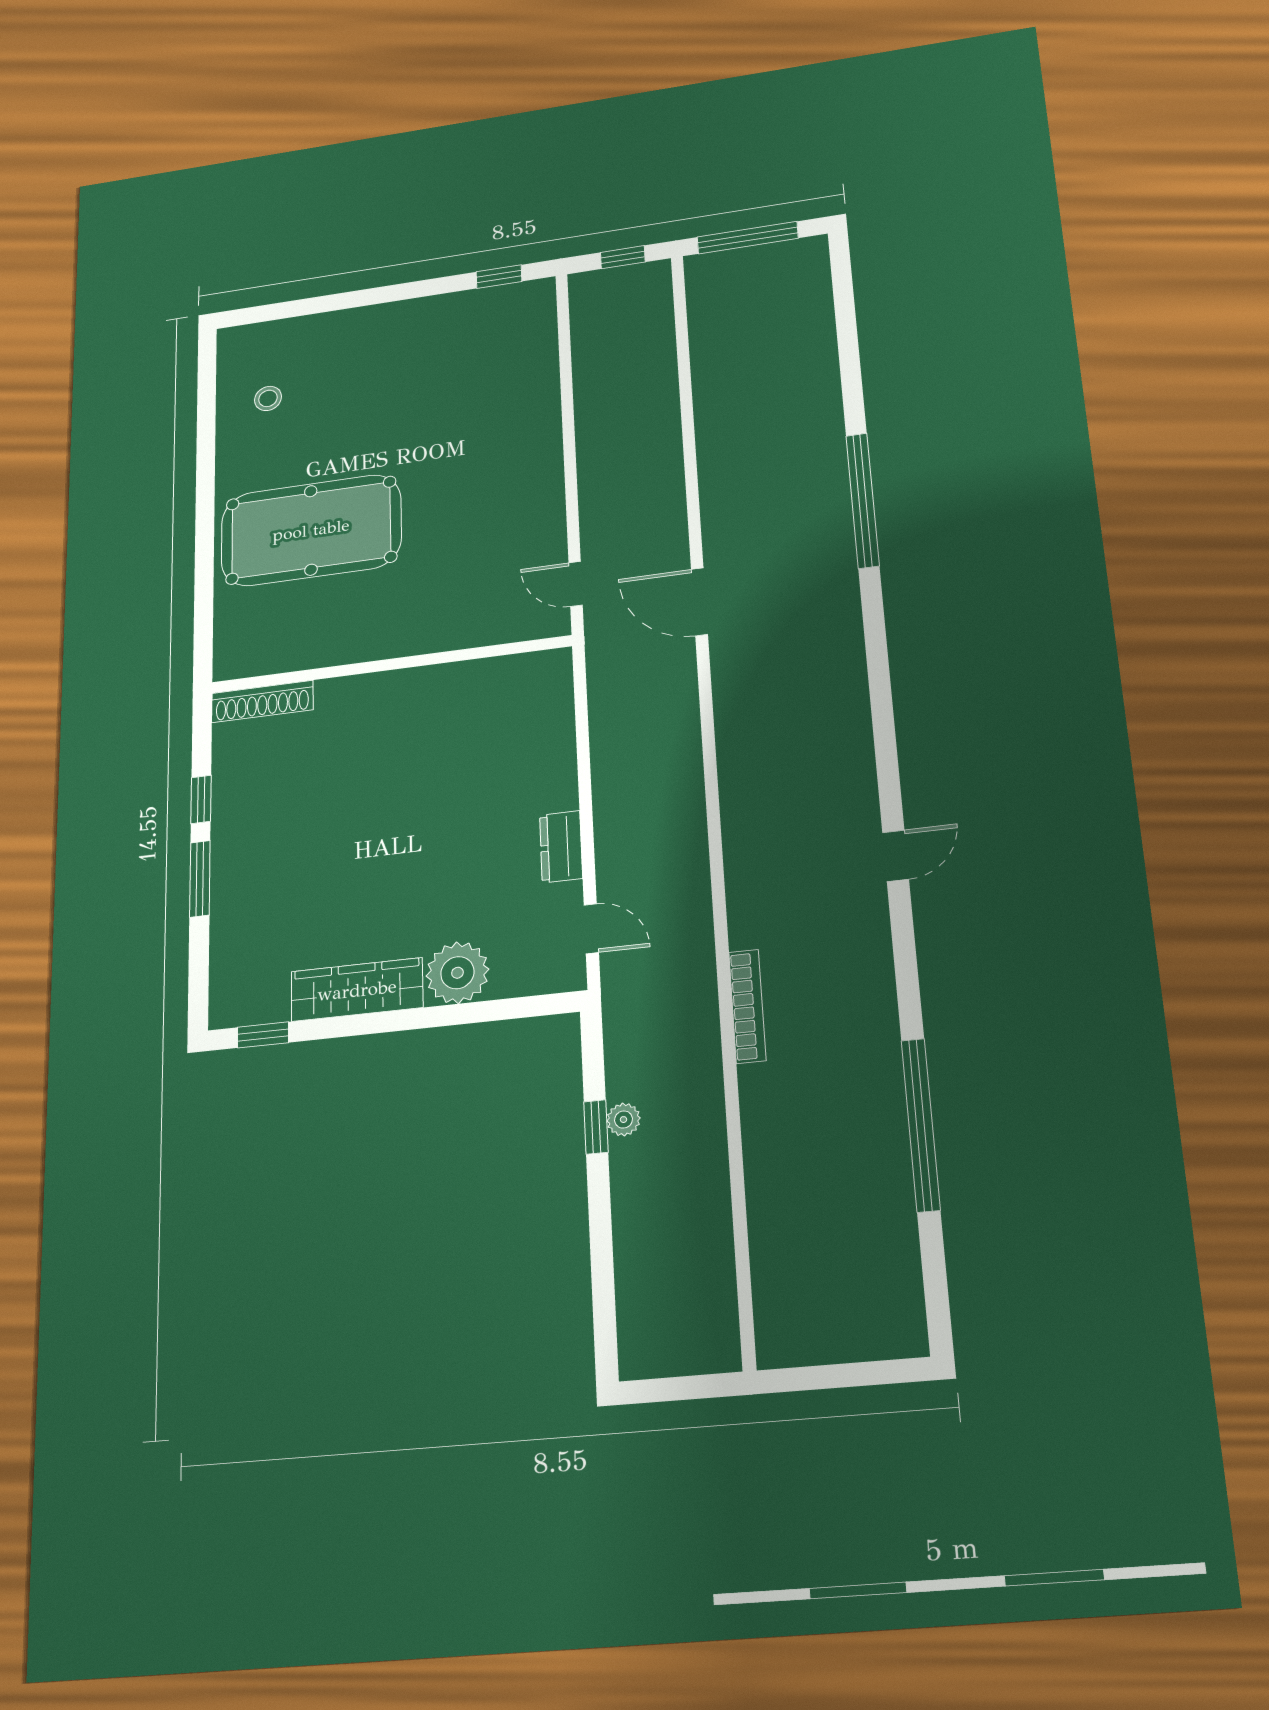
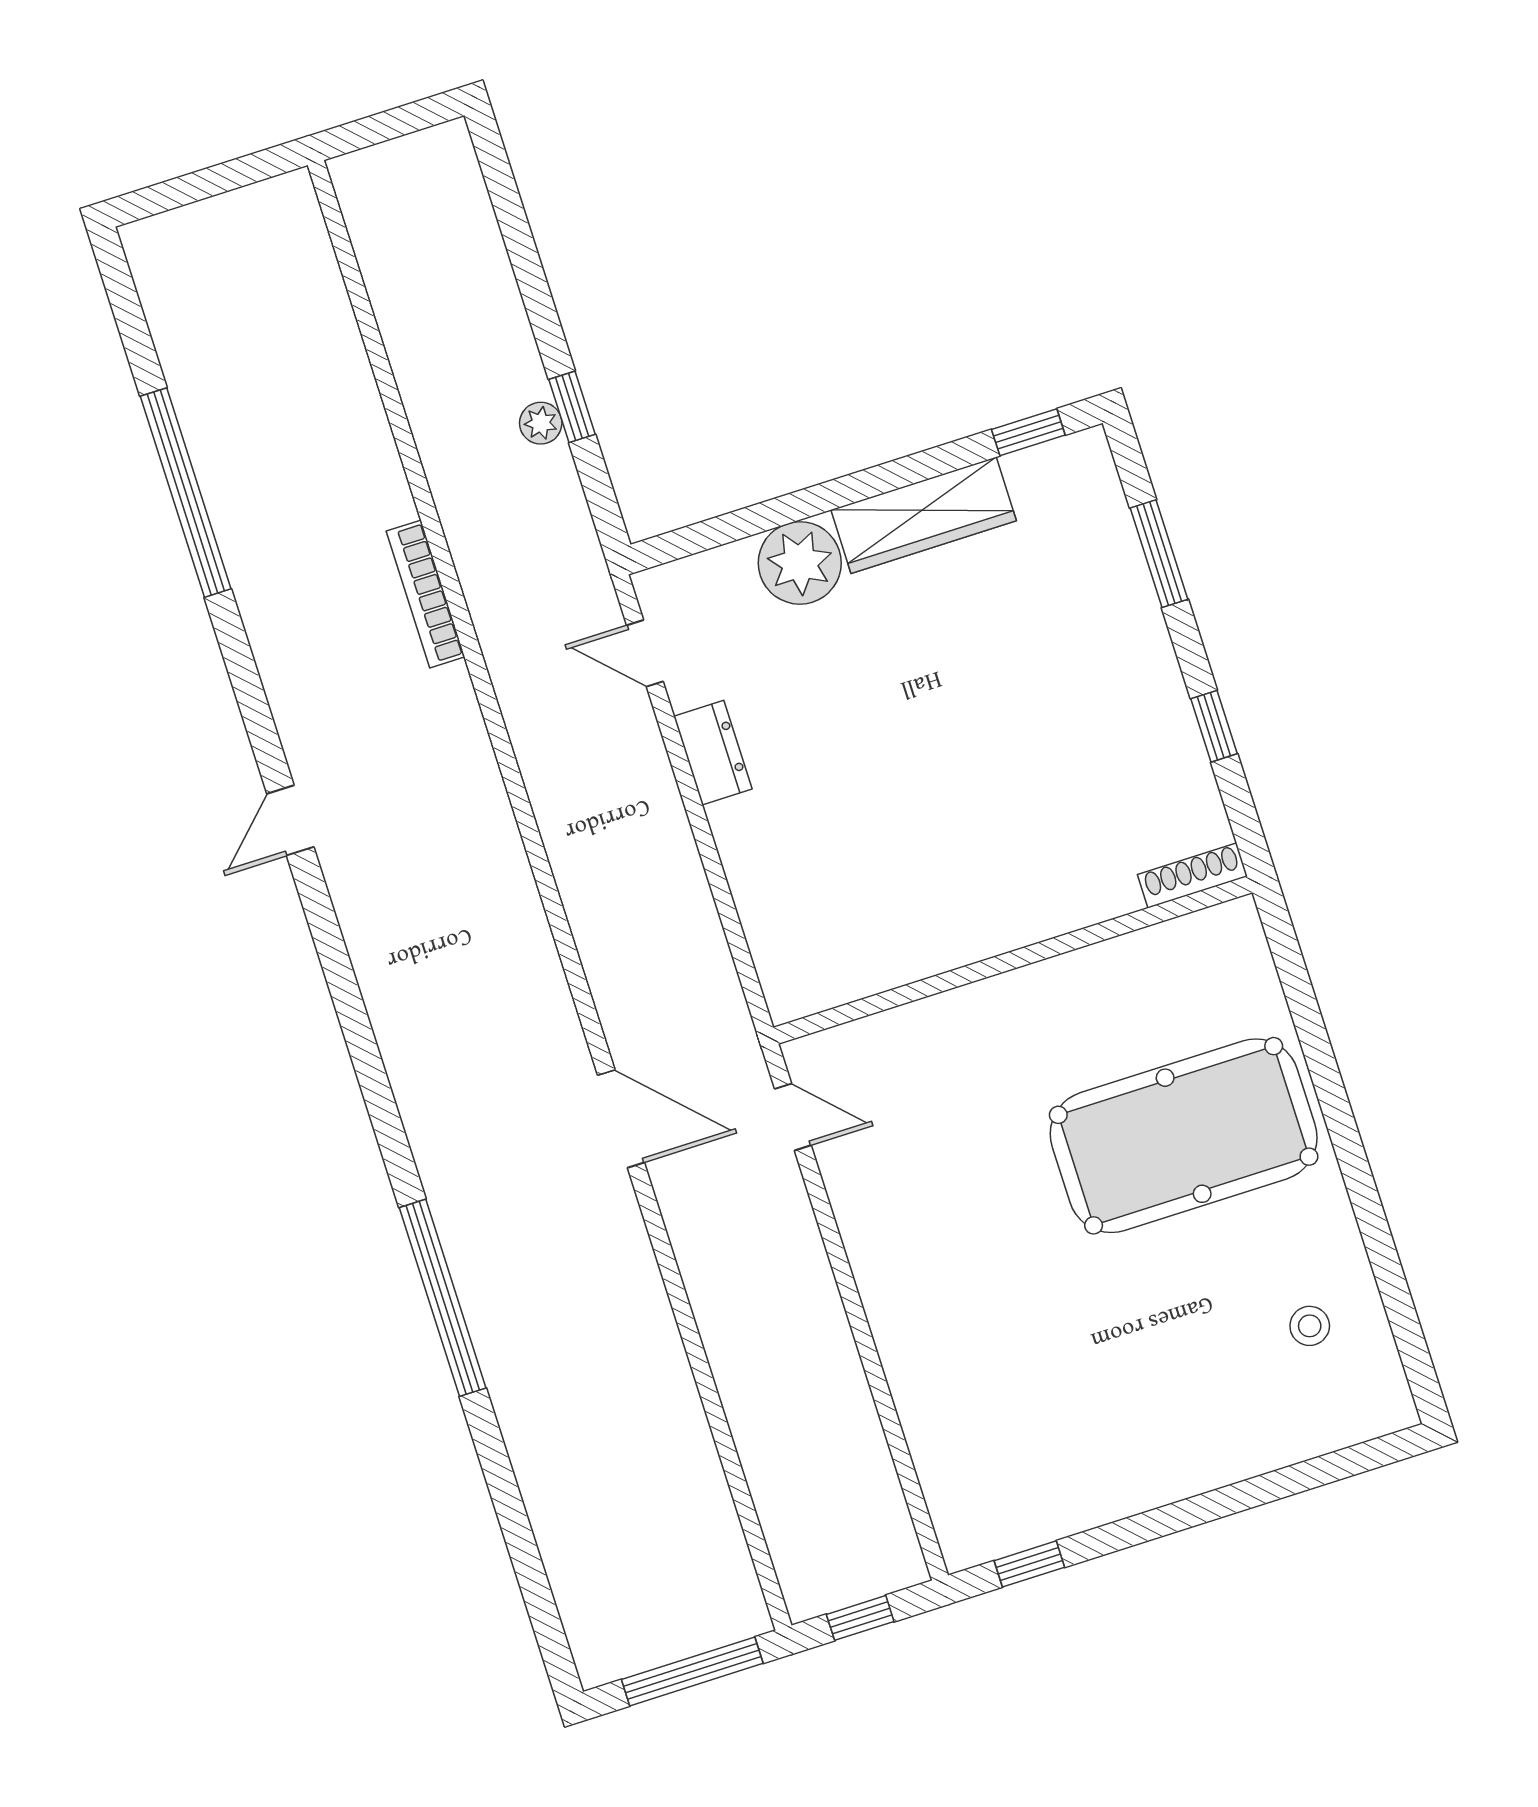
shoe rack: (262, 702) -> (1193, 875), width x0.74, depth x0.81
window: (200, 879) -> (1159, 554), moved

